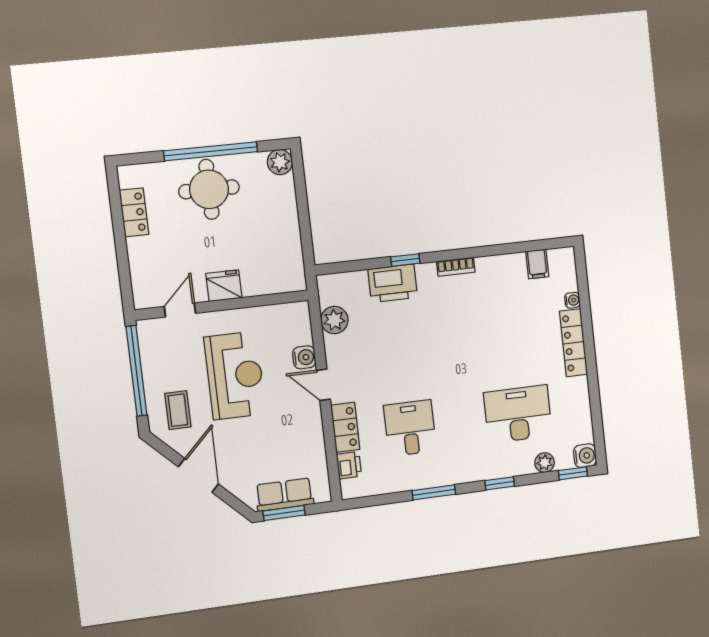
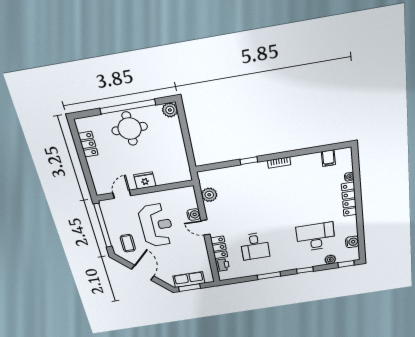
printer: (393, 283) -> (242, 174), removed
desk: (410, 428) -> (255, 246), turned 180
water cooler: (585, 456) -> (352, 242), moved

